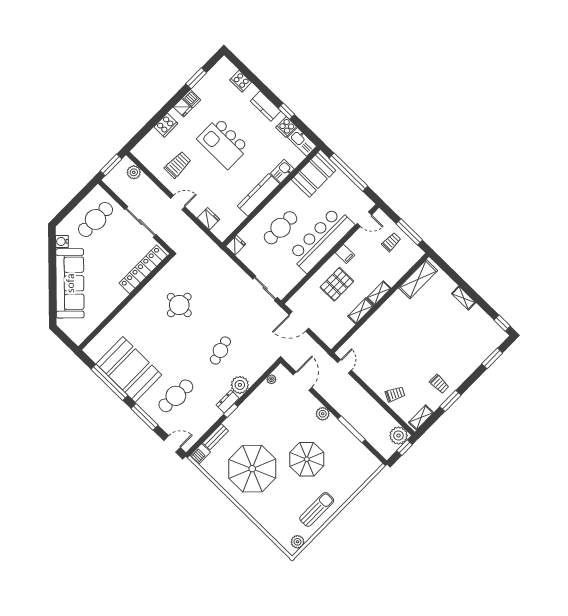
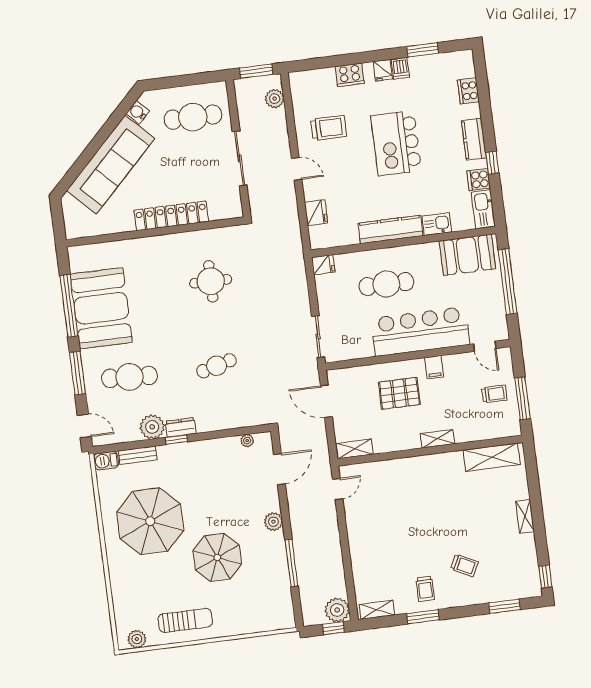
locker: (143, 269) -> (171, 216), moved
shelving: (361, 311) -> (355, 449), moved
plant: (240, 385) -> (152, 427), moved
trolley: (395, 394) -> (464, 565), moved

